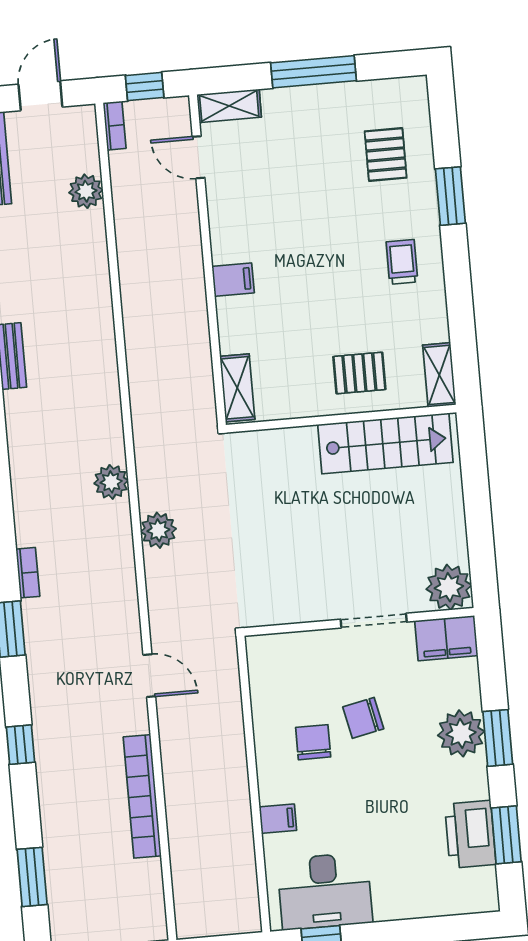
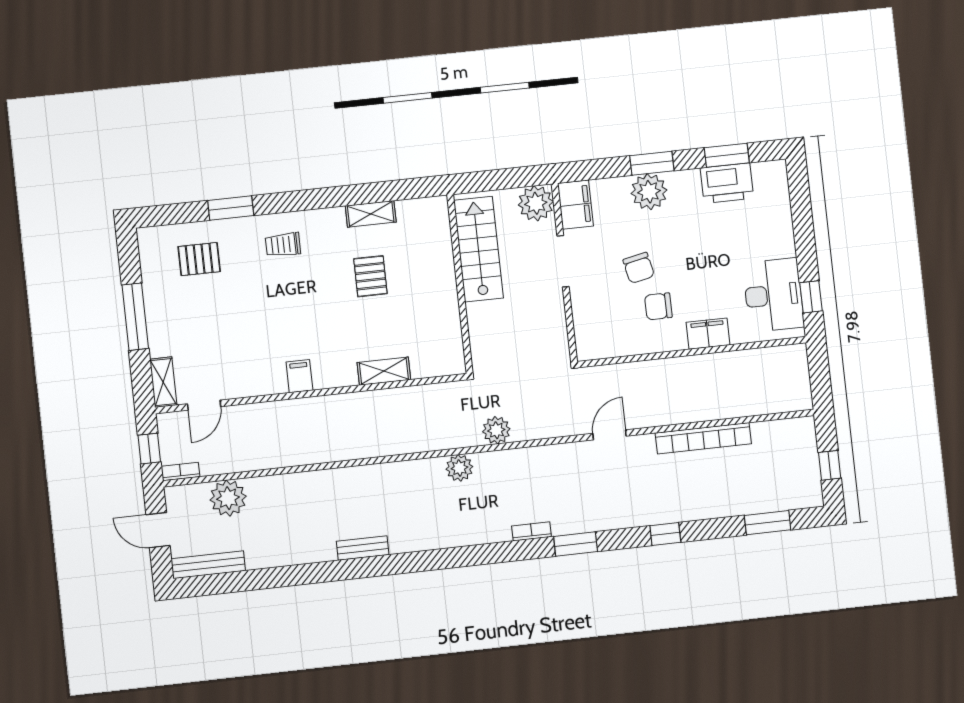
plant: (86, 191) -> (228, 498), width x1.36, depth x1.36
wall: (341, 419) -> (460, 284), moved
stairs: (385, 443) -> (479, 249), moved
filing cabinet: (278, 819) -> (708, 334), width x2.00

